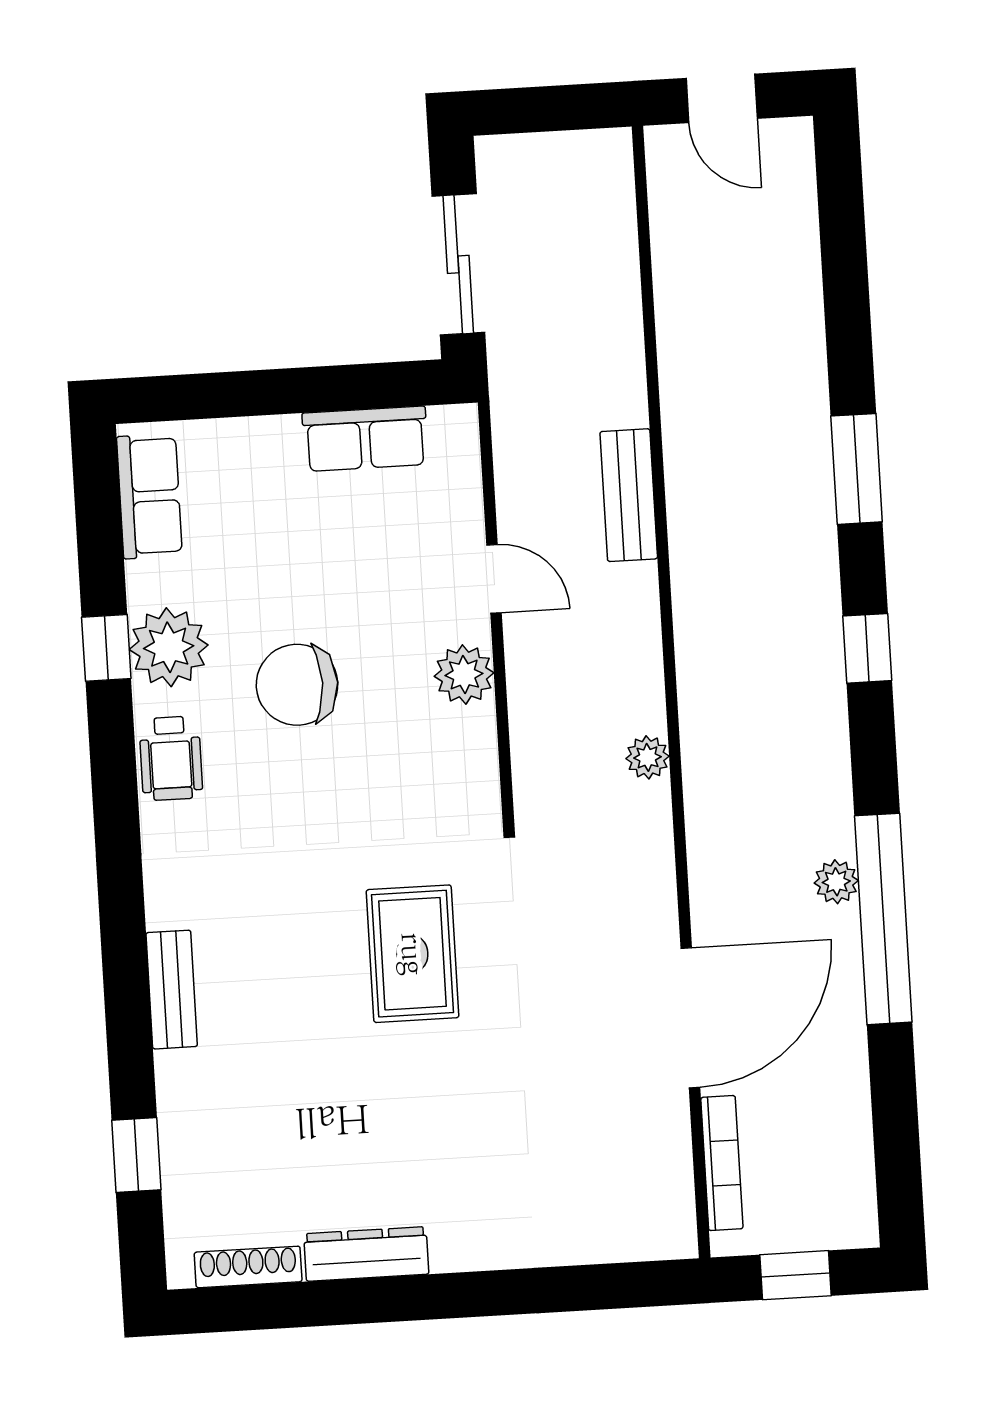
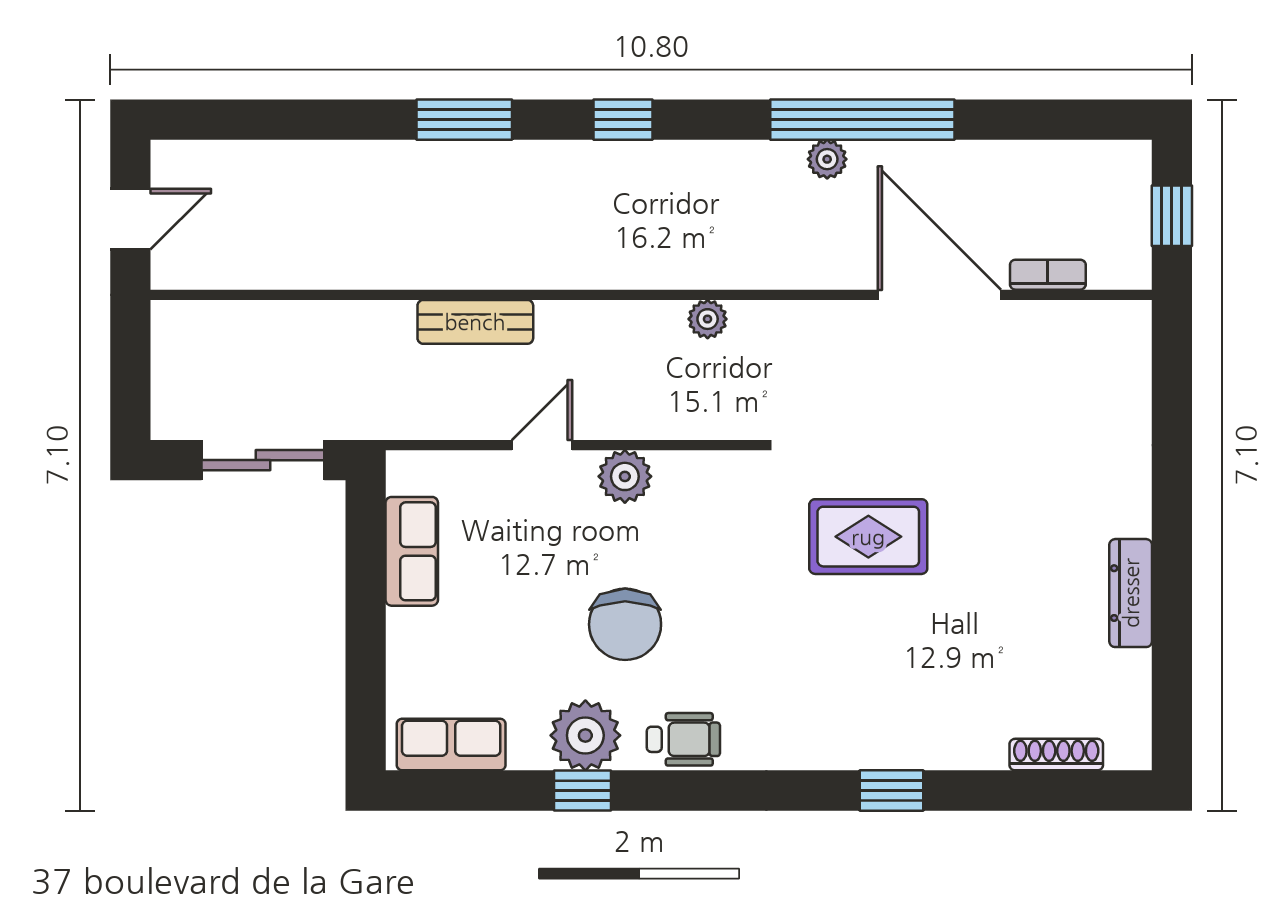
bench: (172, 990) -> (887, 751), removed
window: (136, 1155) -> (891, 791), moved
bookcase: (722, 1163) -> (1048, 275), width x0.64
shoe rack: (248, 1267) -> (1056, 755), moved, turned 90

